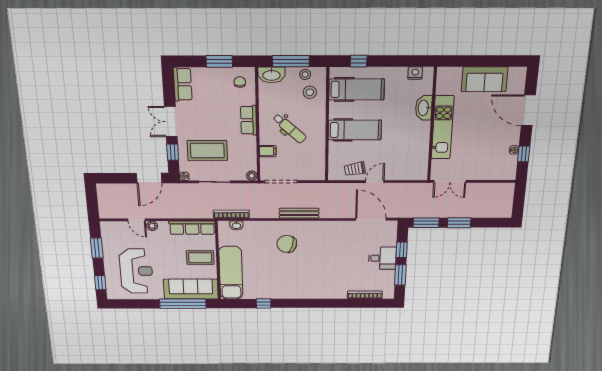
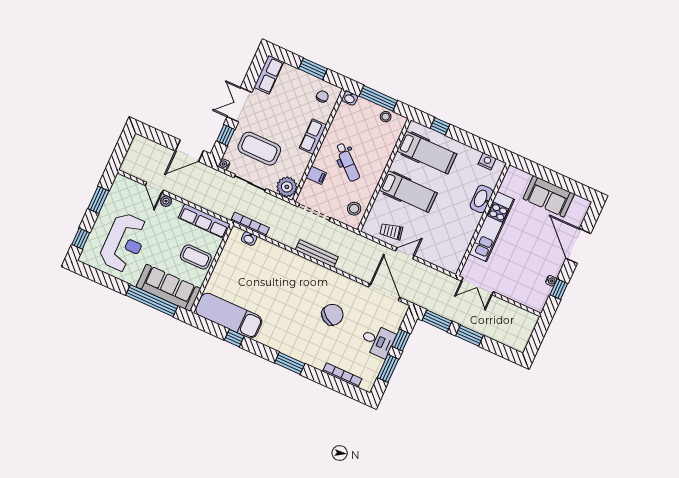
washbasin: (271, 75) -> (350, 98), width x0.52, depth x0.69
stool: (310, 92) -> (354, 209), moved
plant: (252, 176) -> (287, 187), width x1.88, depth x1.88
chair: (287, 244) -> (332, 315), moved, turned 111
exam couch: (231, 273) -> (229, 316), moved, turned -90
window: (318, 303) -> (290, 363), added

